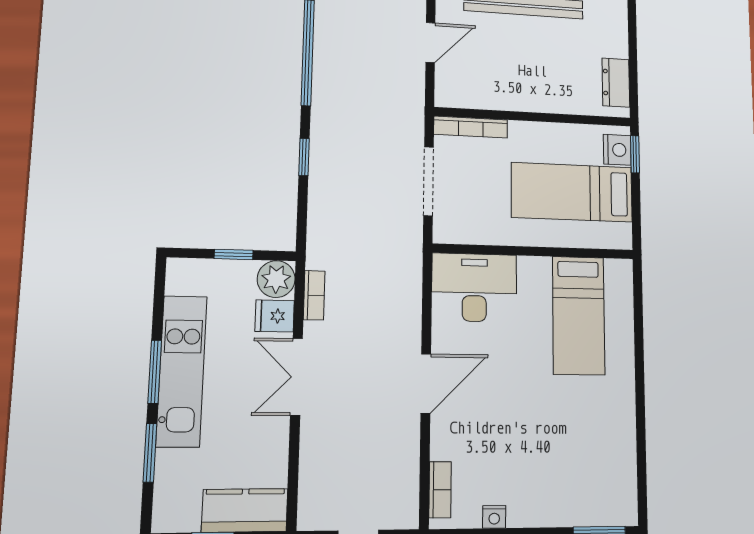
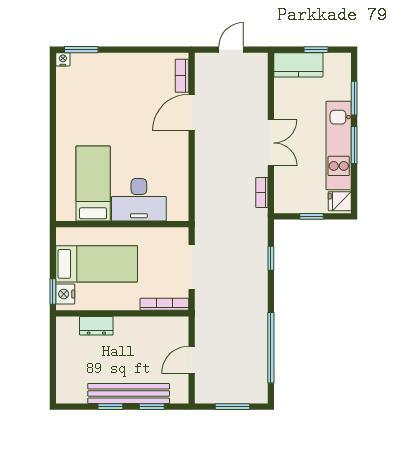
dresser: (616, 83) -> (96, 326), moved, turned 90
window: (304, 157) -> (271, 258), moved
plant: (276, 279) -> (285, 202), removed
desk: (474, 288) -> (139, 200), moved
fridge: (275, 316) -> (340, 201), moved, turned 180
door: (426, 384) -> (192, 112), moved
nightstand: (494, 517) -> (63, 59), moved

